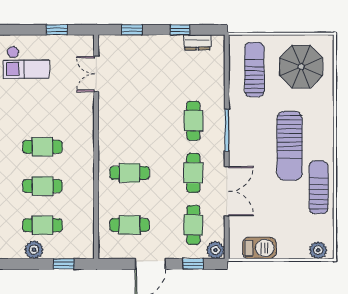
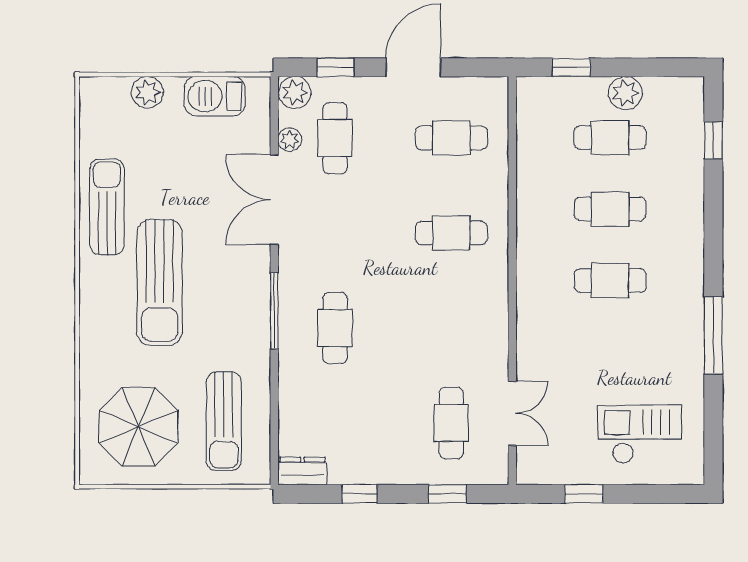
dresser: (197, 42) -> (302, 471), moved
sun lounger: (290, 146) -> (160, 282), turned 180
cafe table: (193, 173) -> (451, 423), moved
sun lounger: (318, 187) -> (107, 207), turned 180
plant: (218, 224) -> (290, 140), added
plant: (318, 250) -> (147, 92), moved

